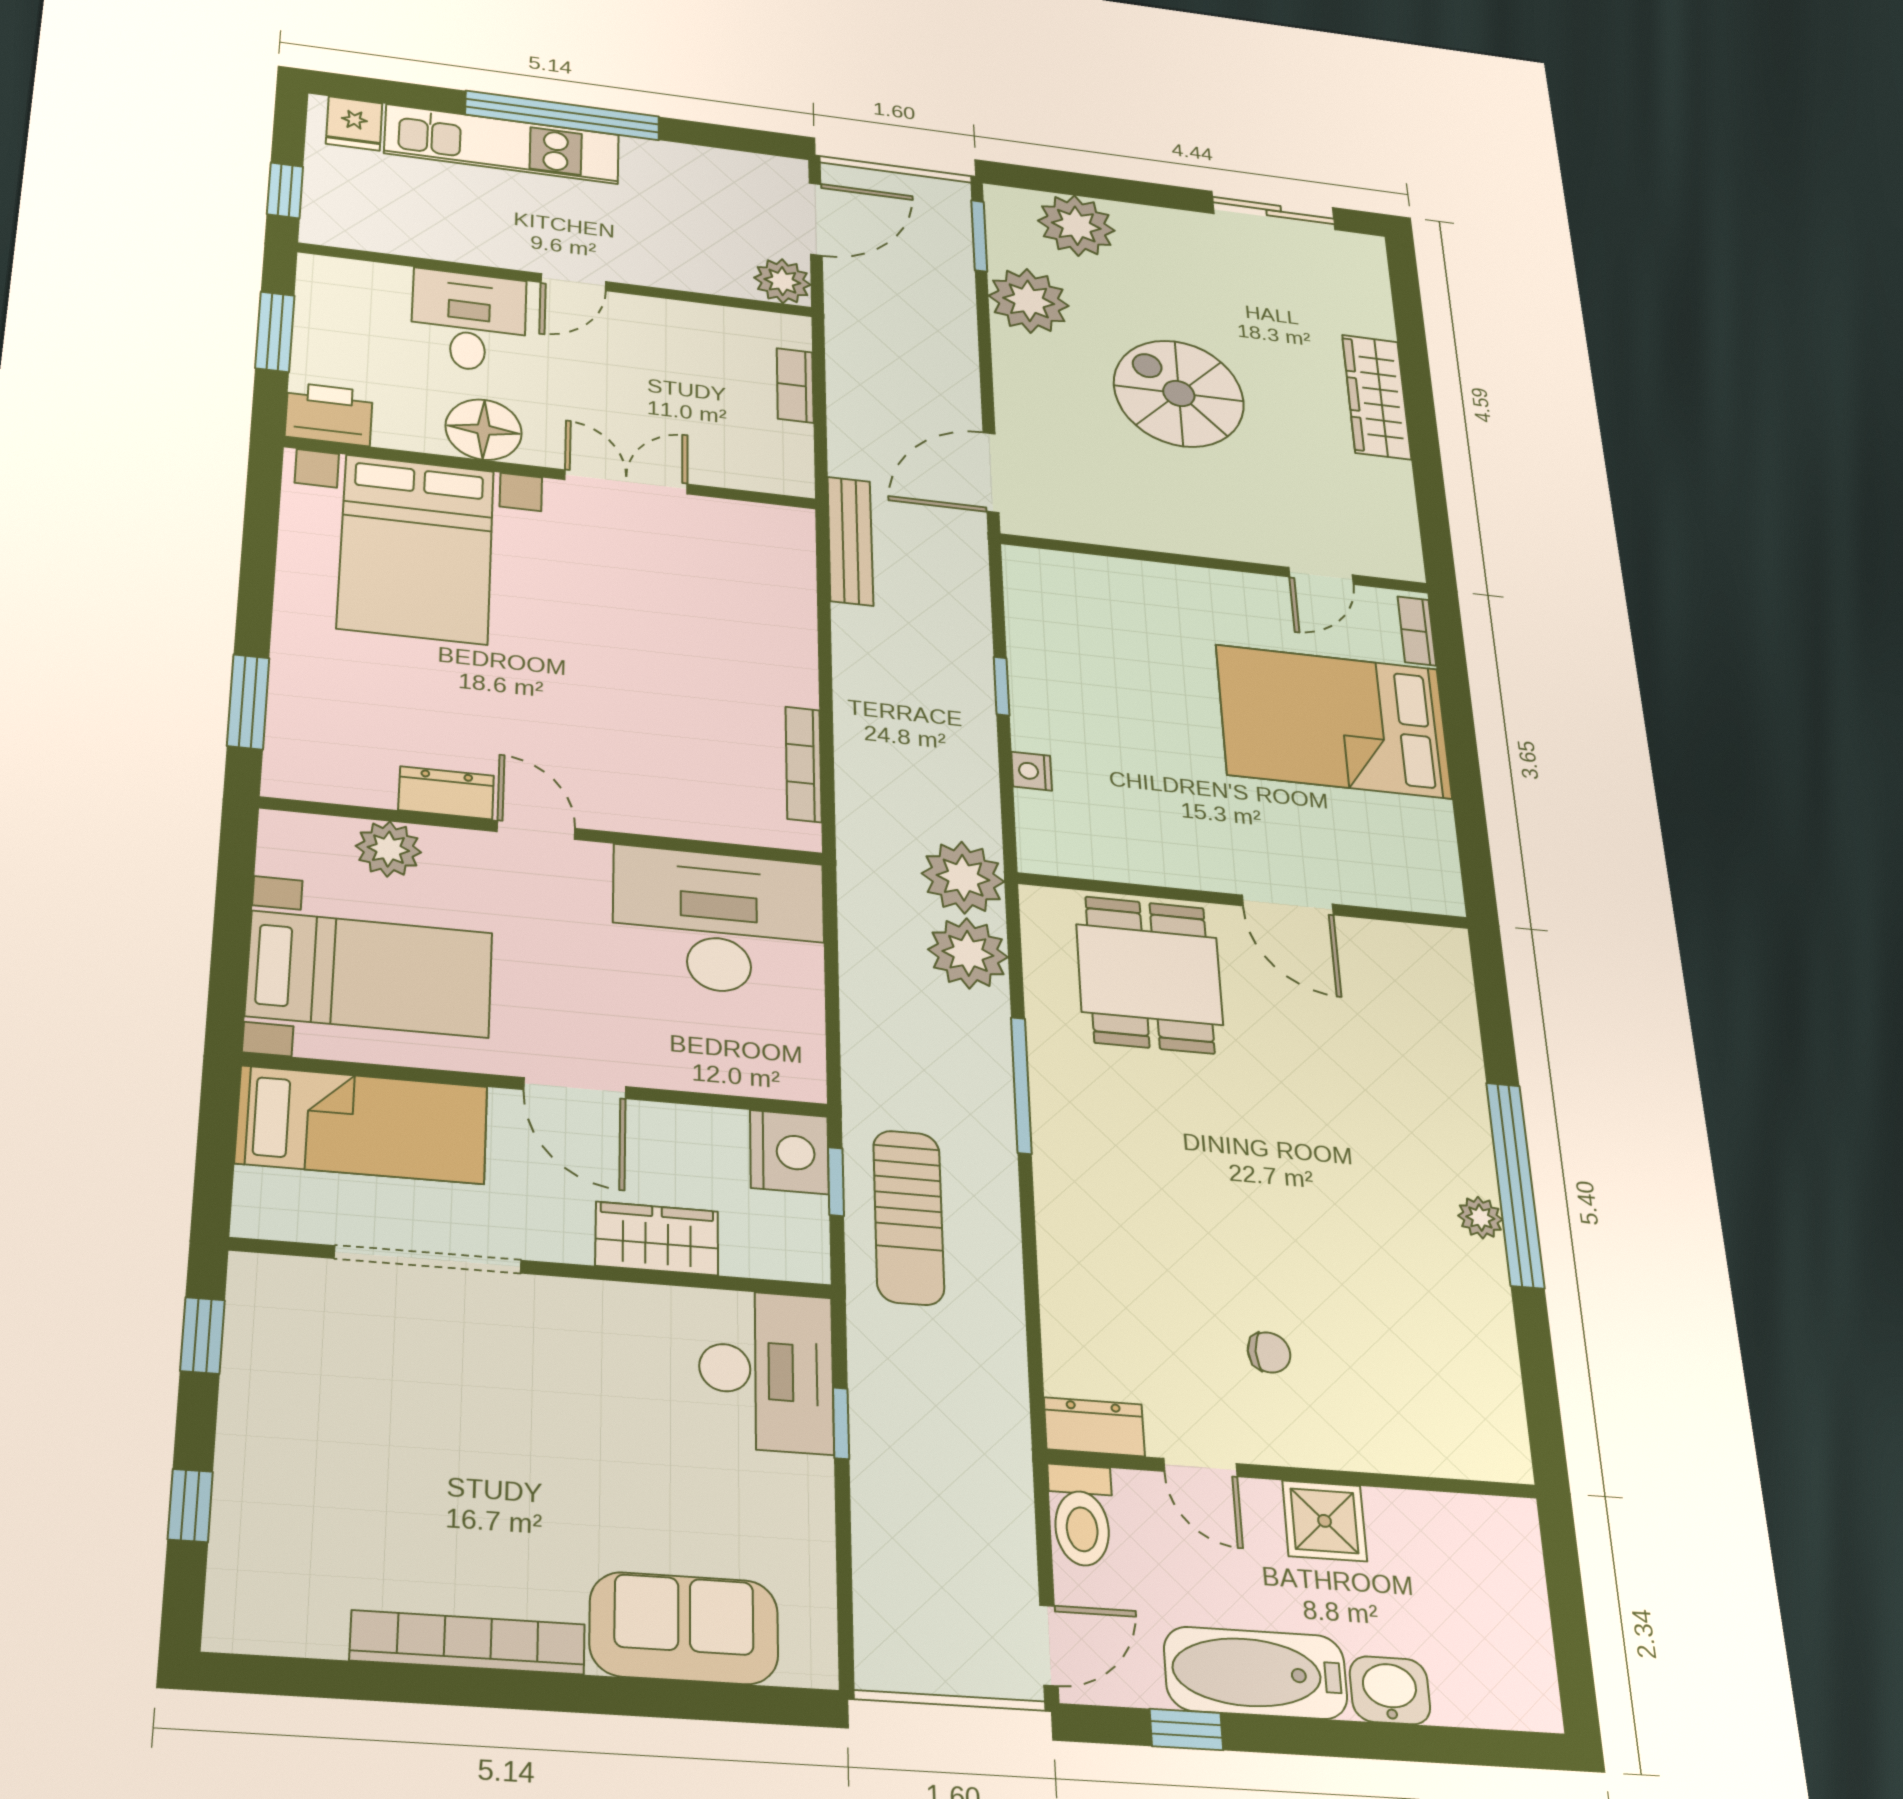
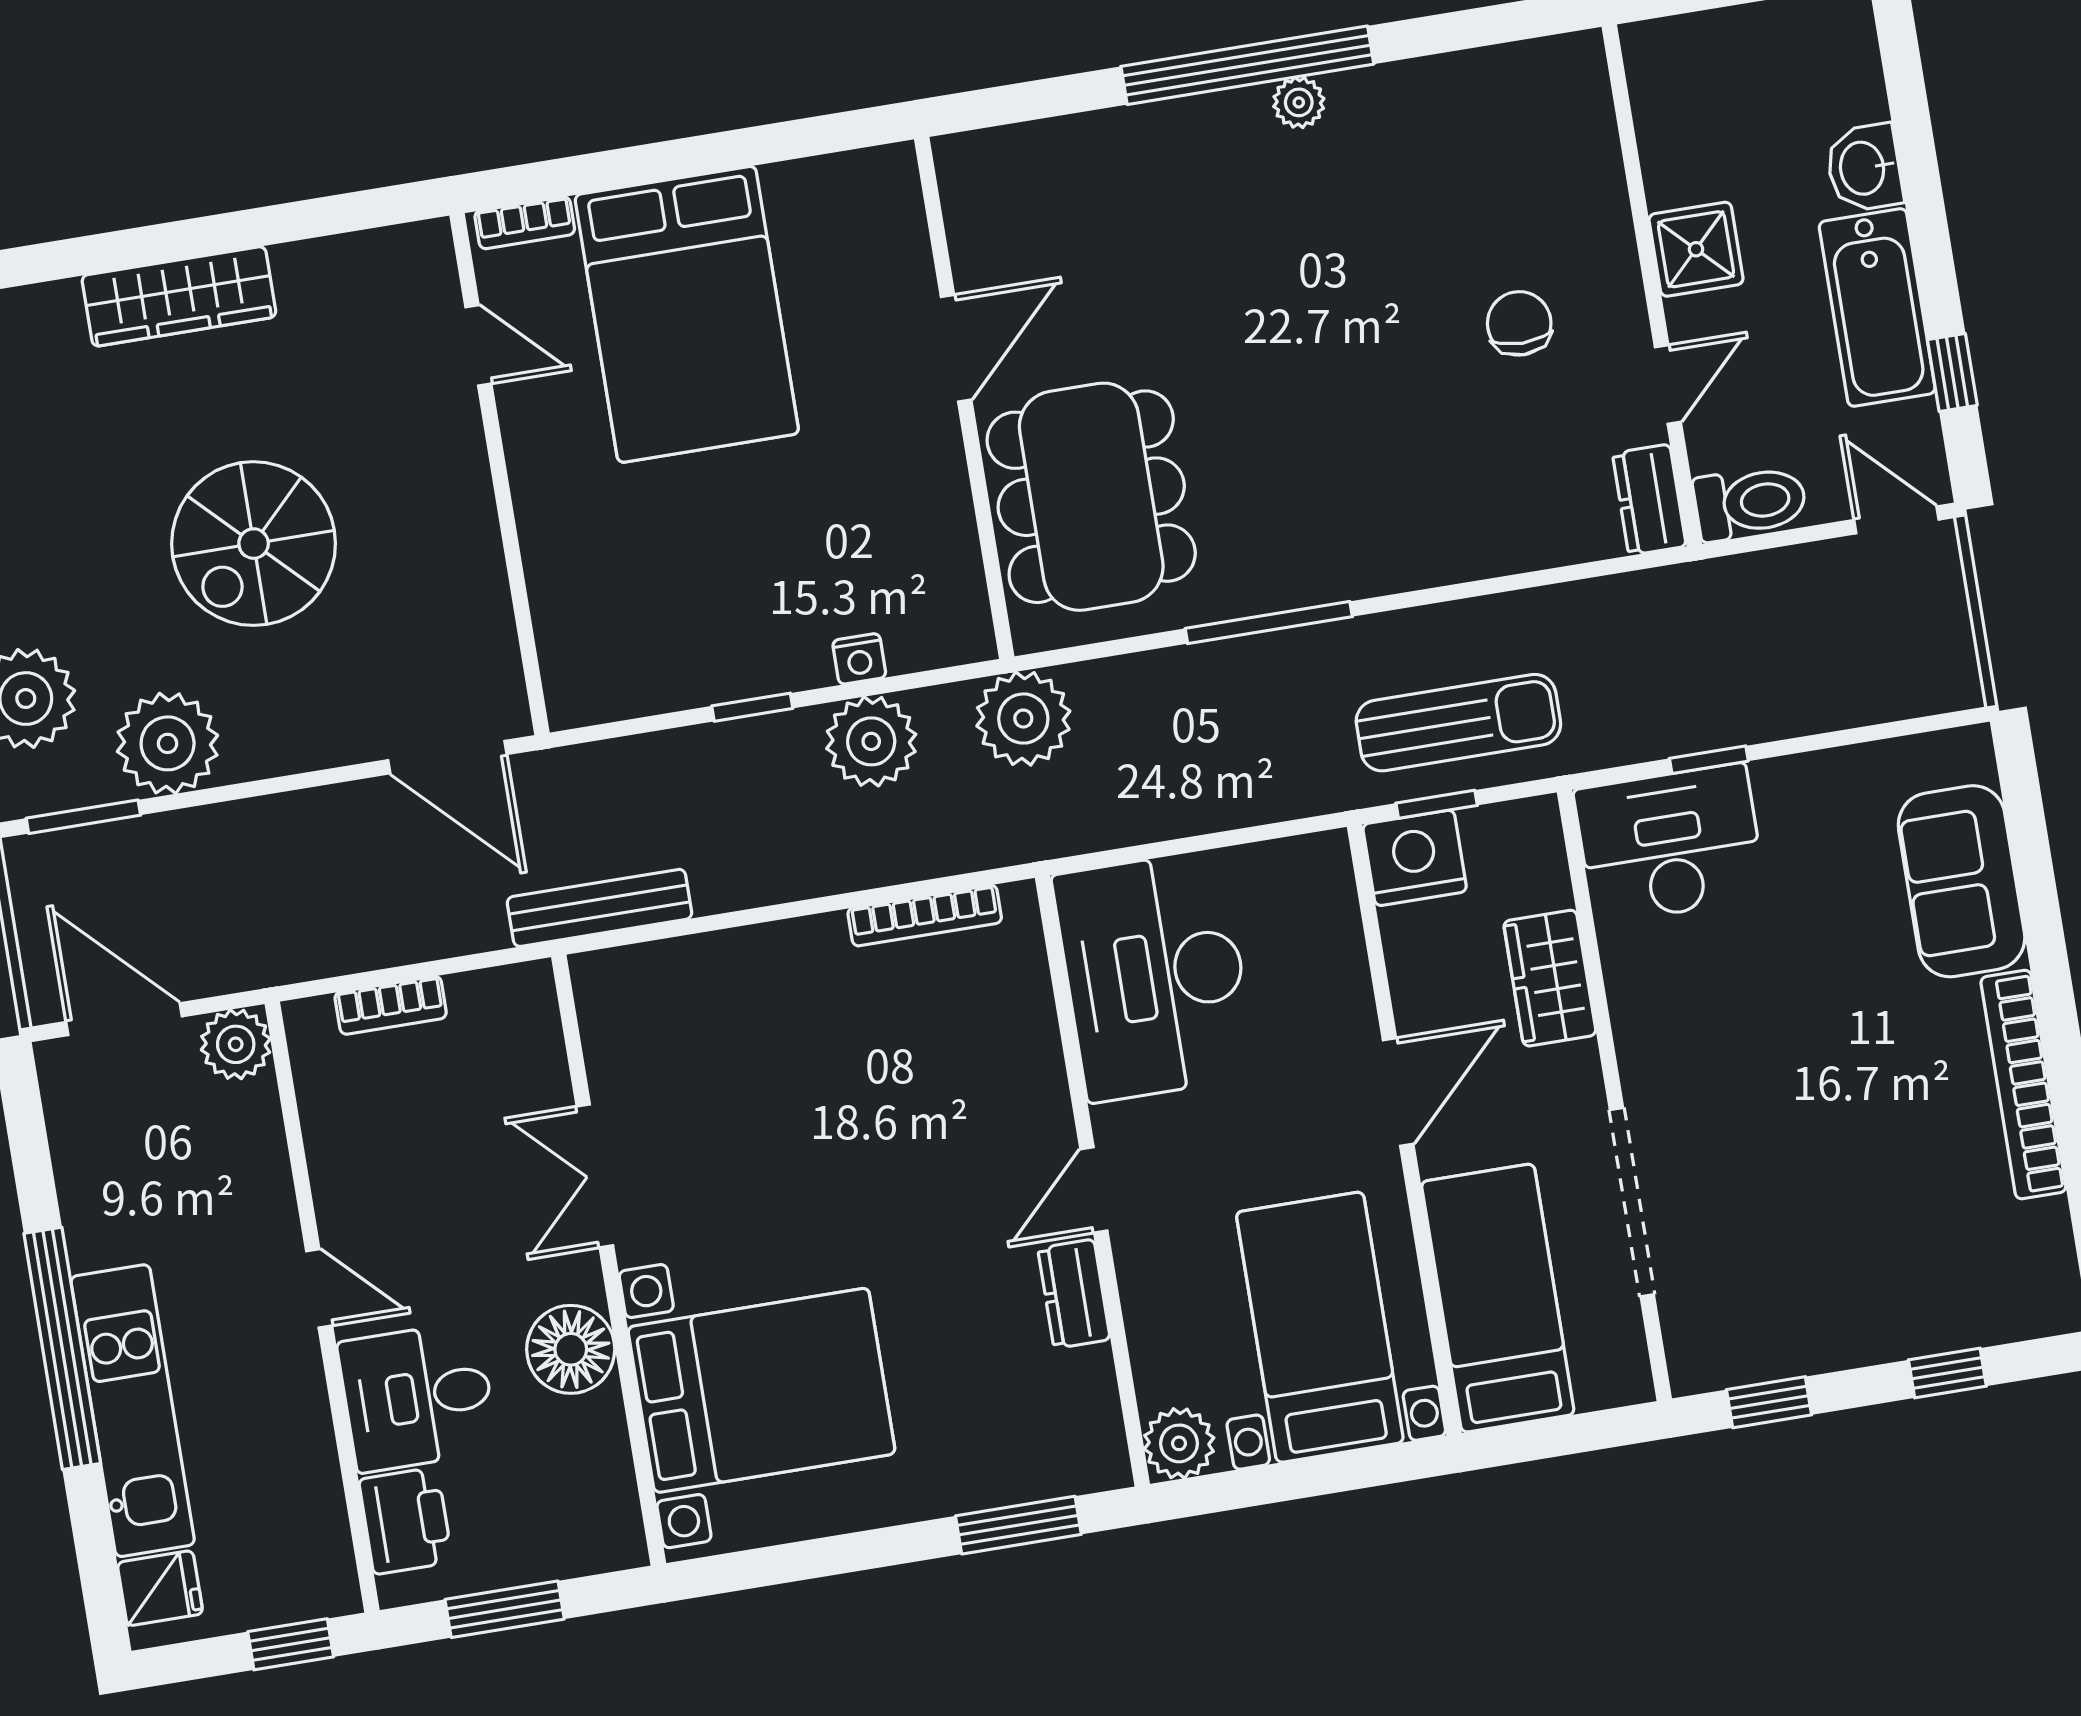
printer: (329, 414) -> (406, 1521), moved, turned 180
plant: (388, 849) -> (1179, 1443), moved
plant: (968, 953) -> (871, 741), moved
dining table: (1150, 975) -> (1091, 497), width x1.38
chair: (1269, 1352) -> (1519, 323), width x1.37, depth x1.37

